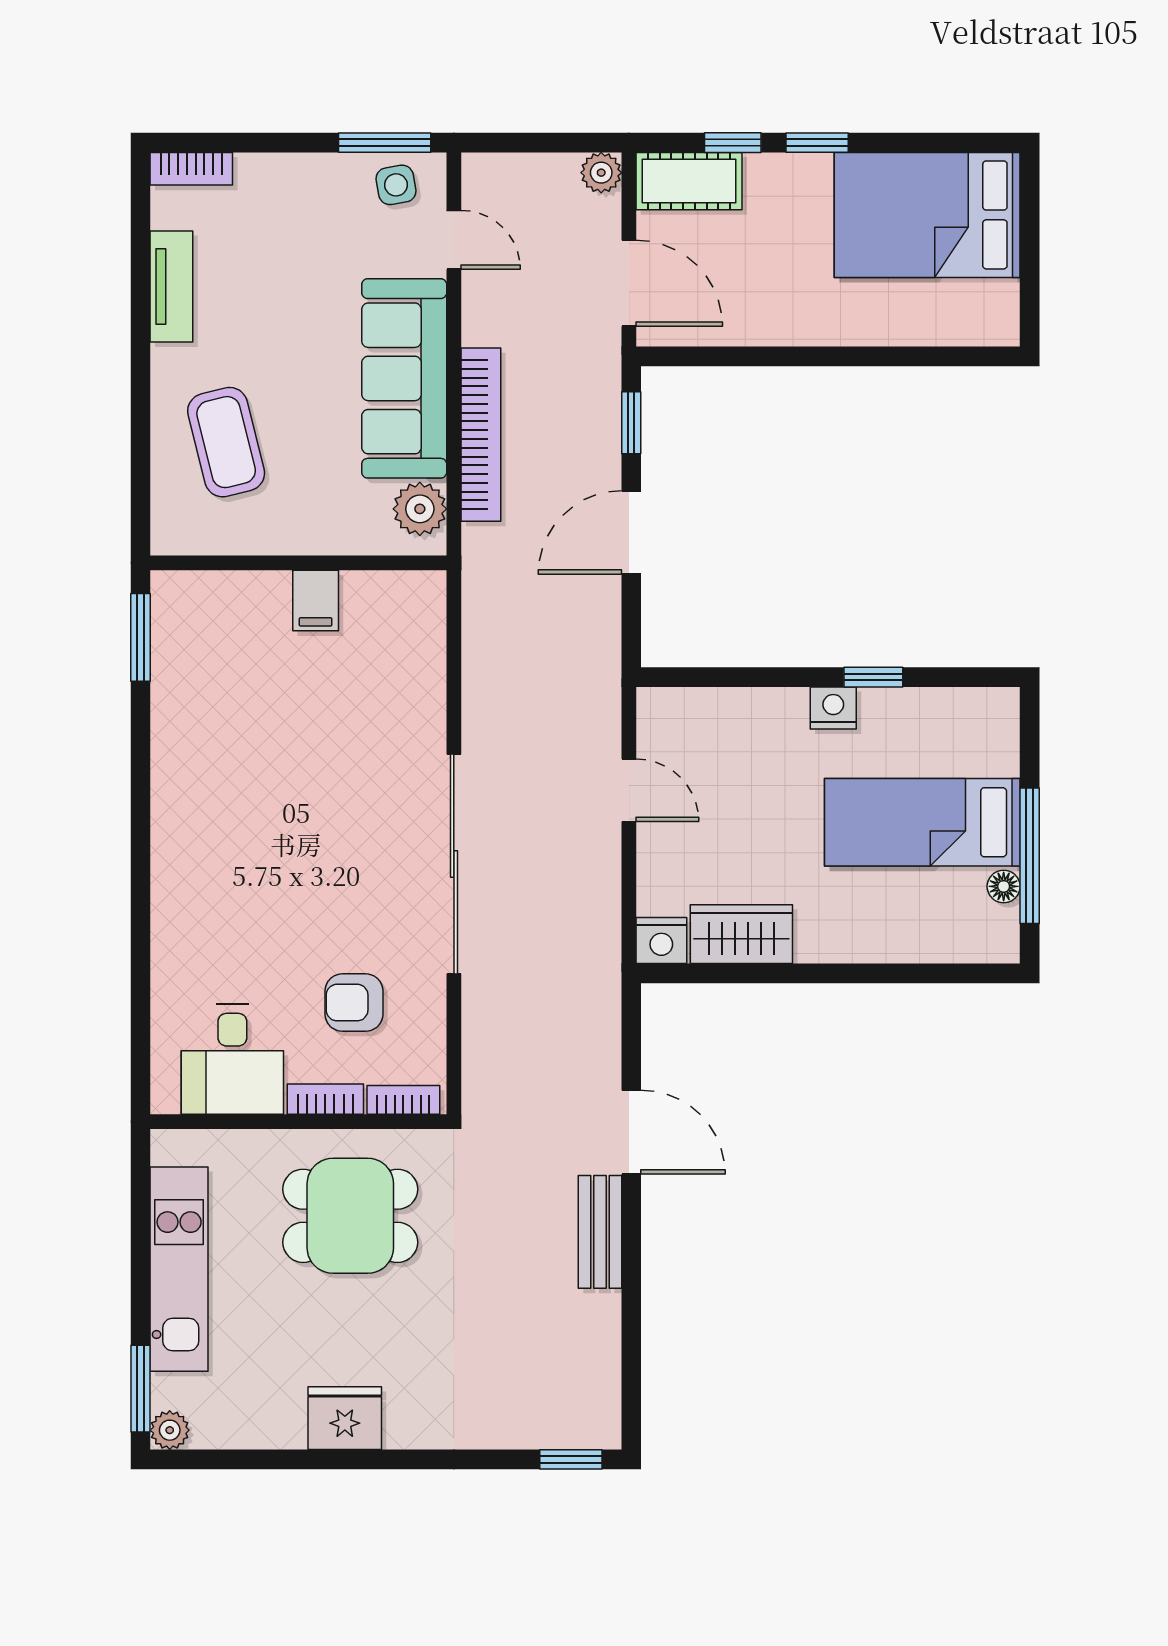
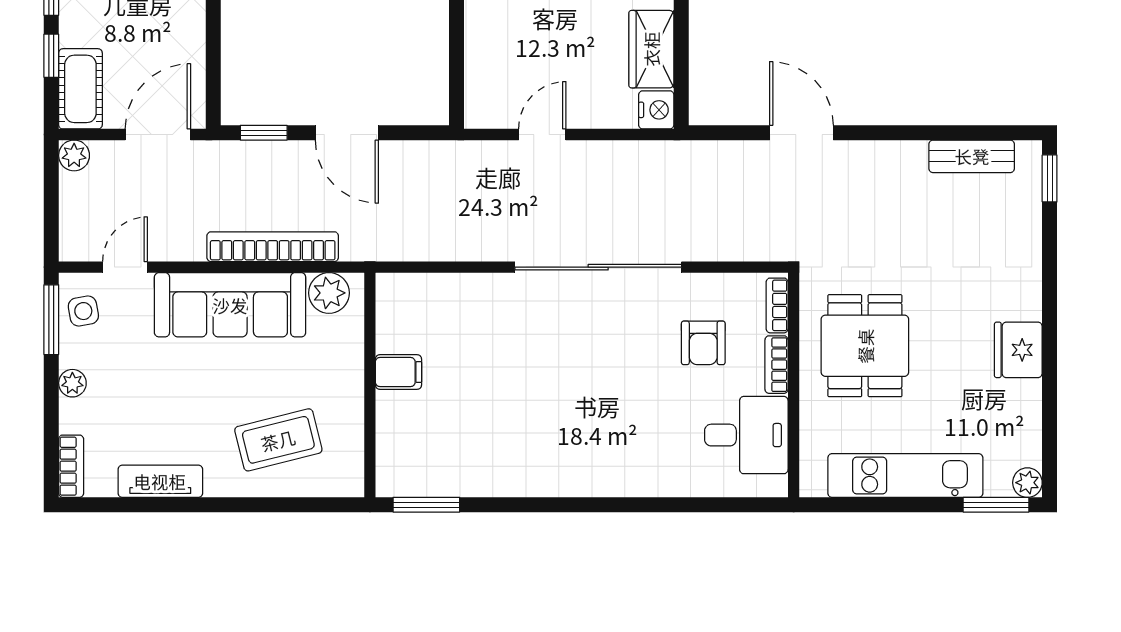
plant: (301, 170) -> (72, 383), added
door: (631, 1132) -> (801, 133), hinge flipped
bench: (600, 1232) -> (972, 156), moved

